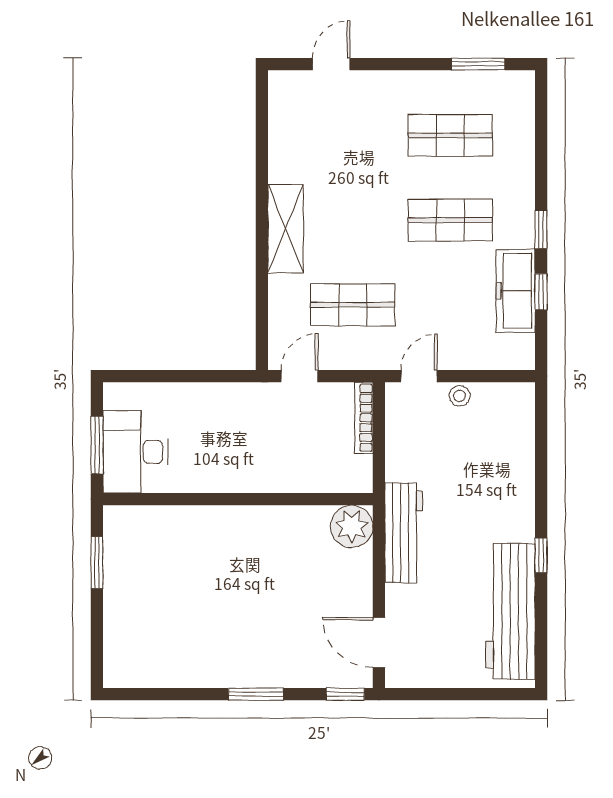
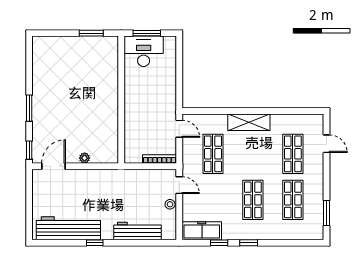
shop shelf: (353, 135) -> (293, 154), added
freezer: (516, 291) -> (202, 231), moved
plant: (352, 526) -> (85, 158), moved, width x0.53, depth x0.53
workbench: (404, 533) -> (137, 231), moved, turned 180

